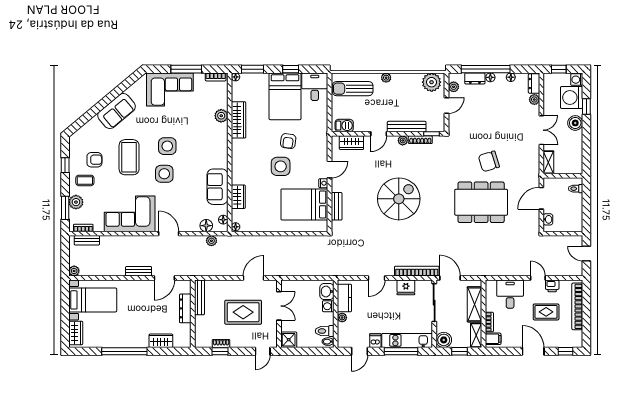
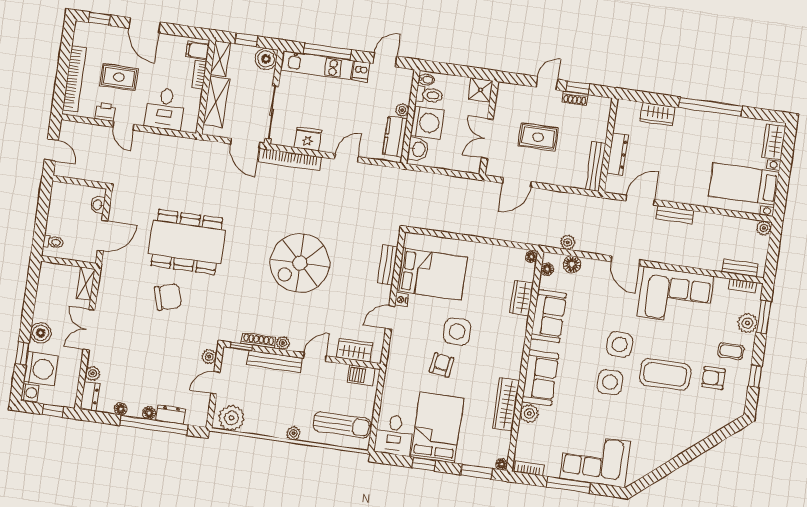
plant: (454, 87) -> (209, 357), moved
sofa: (117, 111) -> (540, 378), moved, turned 130
coffee table: (129, 157) -> (665, 374), turned 90
washing machine: (328, 306) -> (427, 123), width x1.89, depth x1.89
rug: (243, 312) -> (538, 137), width x0.73, depth x0.70
door: (263, 351) -> (547, 83), moved

